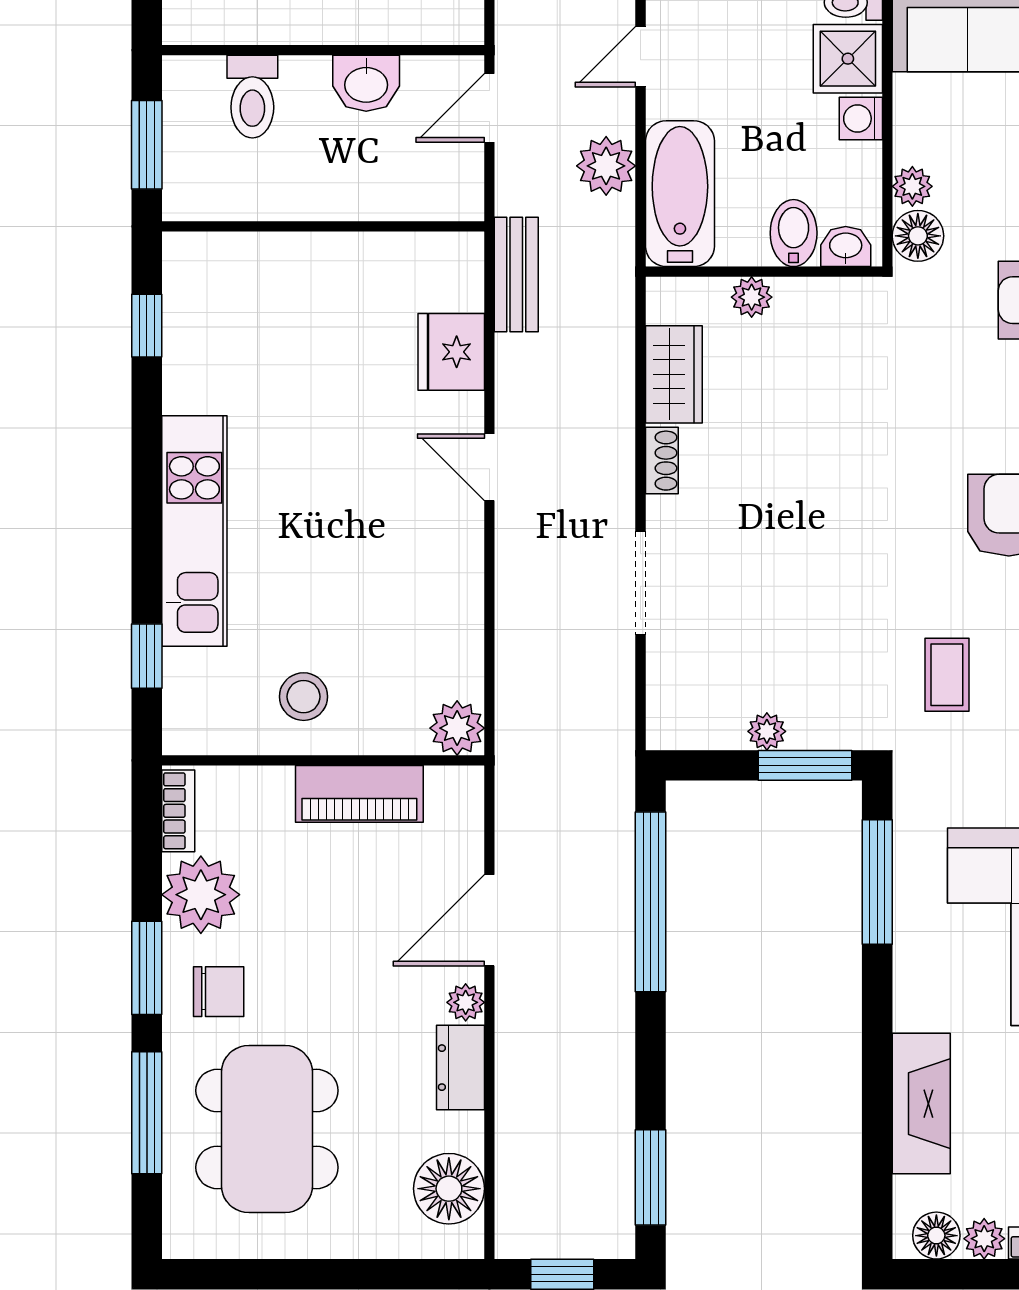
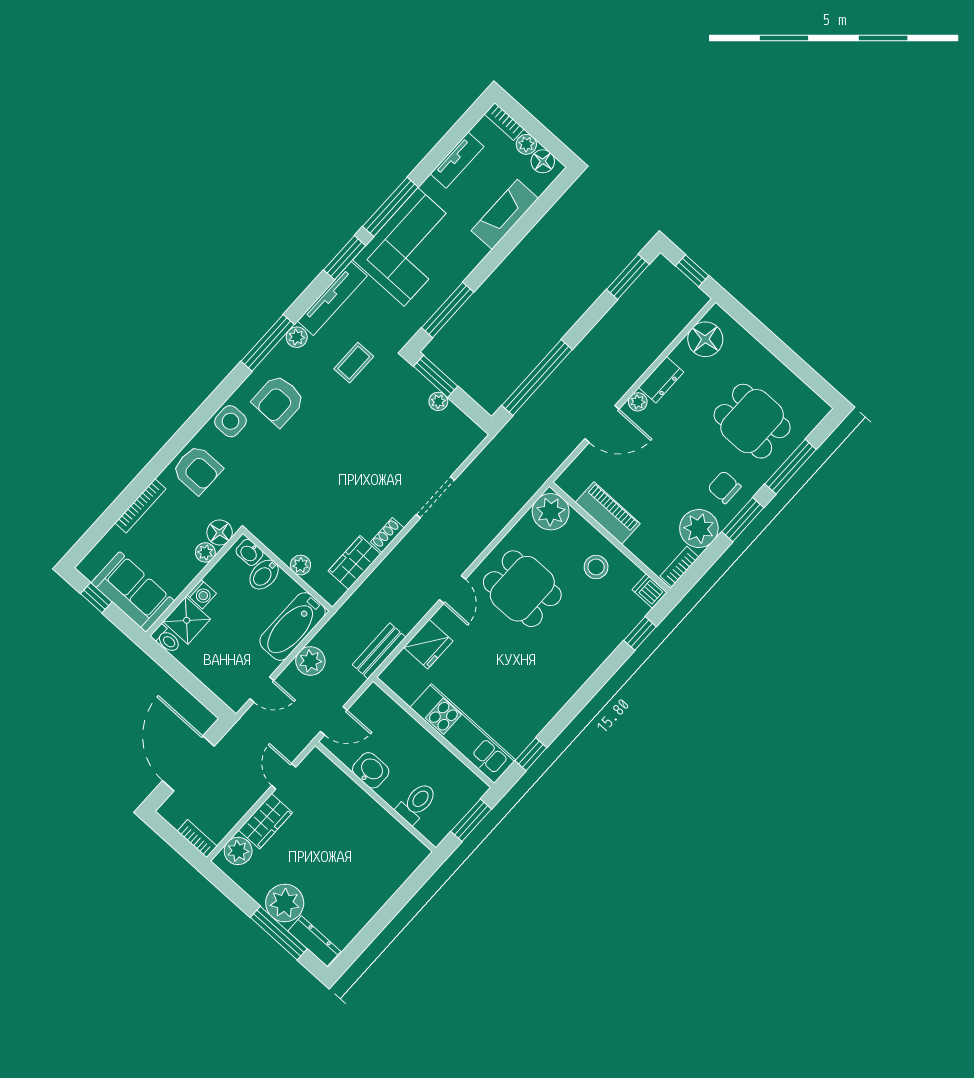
kitchen unit: (194, 531) -> (463, 734), moved, turned 90
dining table: (385, 563) -> (522, 589), added
plant: (457, 728) -> (551, 512), width x1.36, depth x1.36
dishwasher: (190, 733) -> (649, 591), added
dining table: (267, 1129) -> (752, 421), width x0.73

